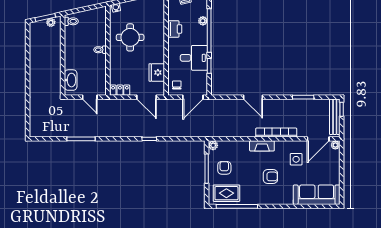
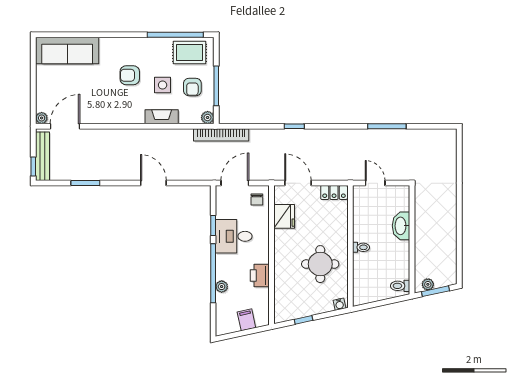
washbasin: (71, 80) -> (401, 226), moved
bookcase: (276, 133) -> (221, 135), moved
fireplace: (262, 146) -> (162, 117), moved
side table: (296, 159) -> (163, 85), moved

